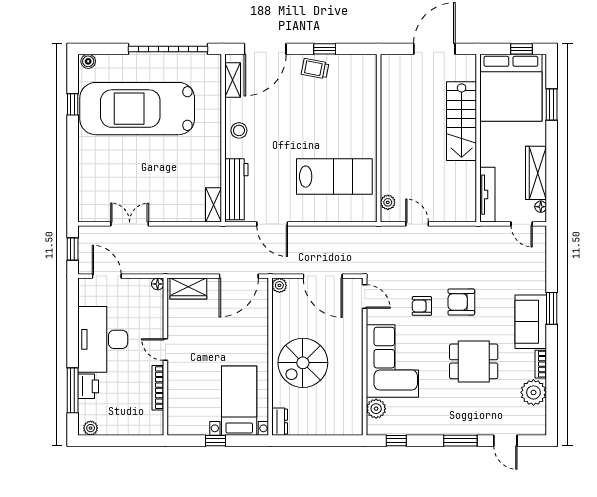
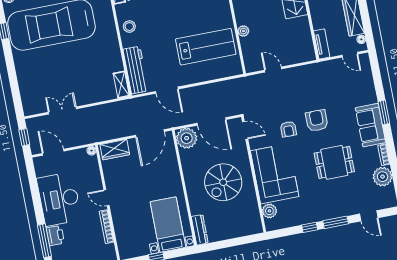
tv unit: (487, 195) -> (322, 44), width x0.71
plant: (388, 202) -> (243, 31), moved
plant: (279, 285) -> (187, 138), width x1.88, depth x1.88
armchair: (461, 302) -> (317, 121), turned 90
armchair: (422, 306) -> (288, 129), turned -90
spiral stairs: (303, 363) -> (223, 182), moved
dresser: (280, 422) -> (200, 230), width x1.44
window: (396, 441) -> (310, 227), moved

